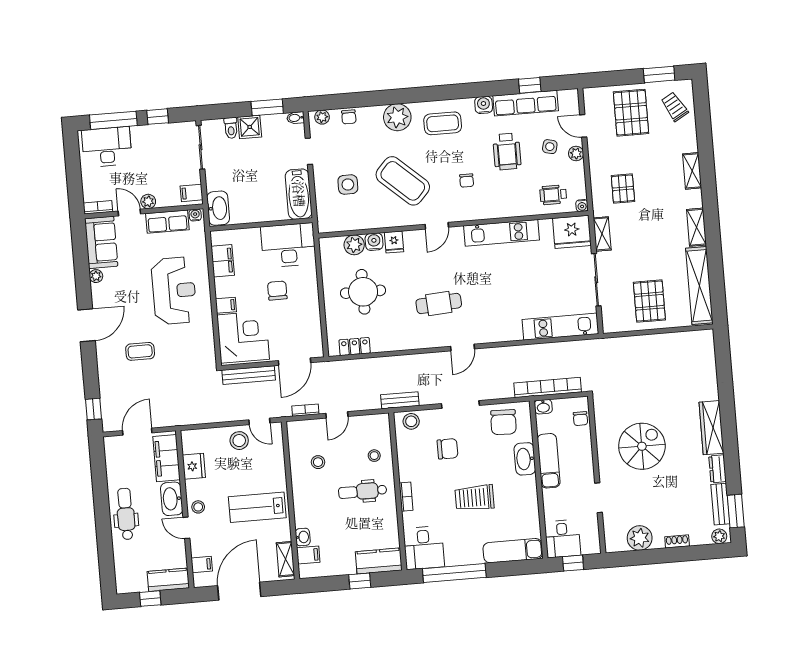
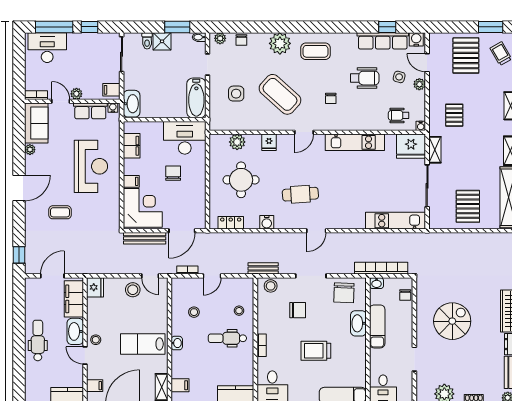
water cooler: (484, 105) -> (416, 39), moved
wheelchair: (507, 152) -> (365, 78), turned -90
water cooler: (374, 242) -> (267, 222), moved, turned 180
fridge: (194, 466) -> (95, 287), moved
washbasin: (303, 537) -> (177, 343), moved

